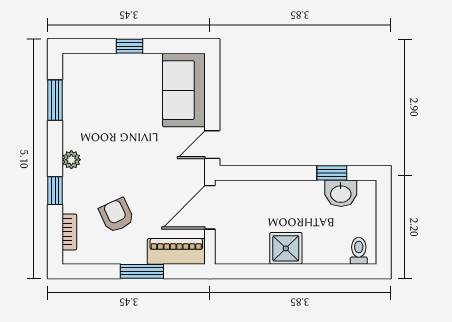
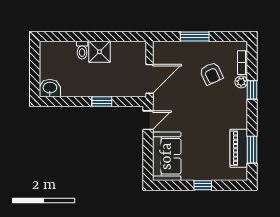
plant: (71, 160) -> (241, 82), moved
window: (332, 173) -> (102, 102), moved
washbasin: (341, 193) -> (50, 88), moved
piano: (176, 251) -> (239, 148), moved, turned 90
toilet: (359, 251) -> (82, 50), moved

